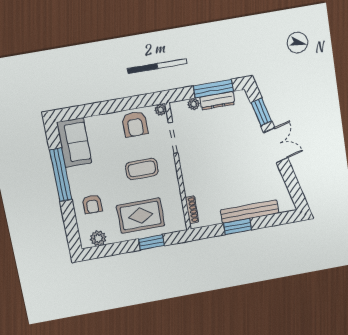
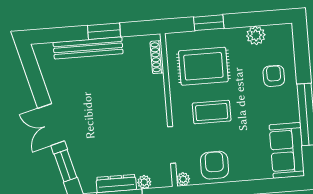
rug: (141, 216) -> (203, 66), moved
plant: (98, 238) -> (256, 35), moved

